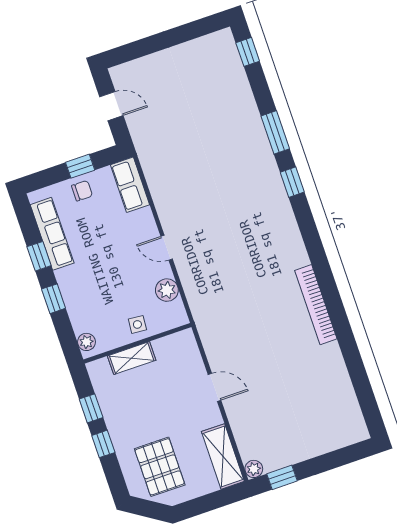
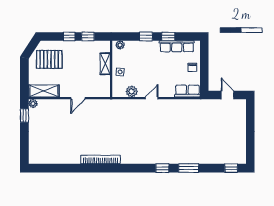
door: (111, 106) -> (228, 95), swing flipped
window: (80, 166) -> (204, 70), removed

